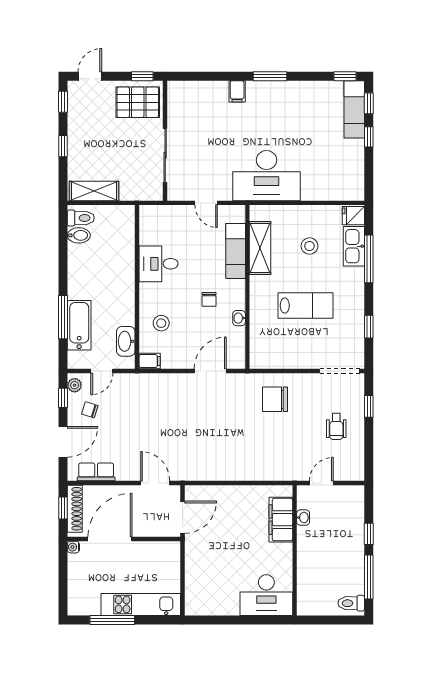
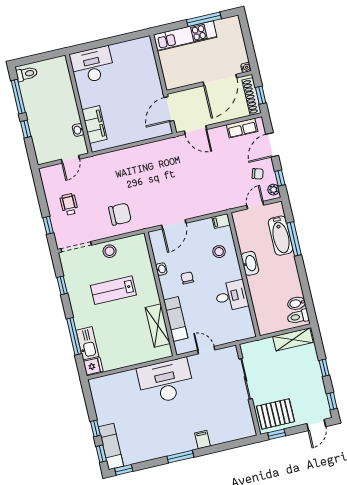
stool: (309, 246) -> (110, 251), moved
washbasin: (126, 341) -> (250, 263), moved

